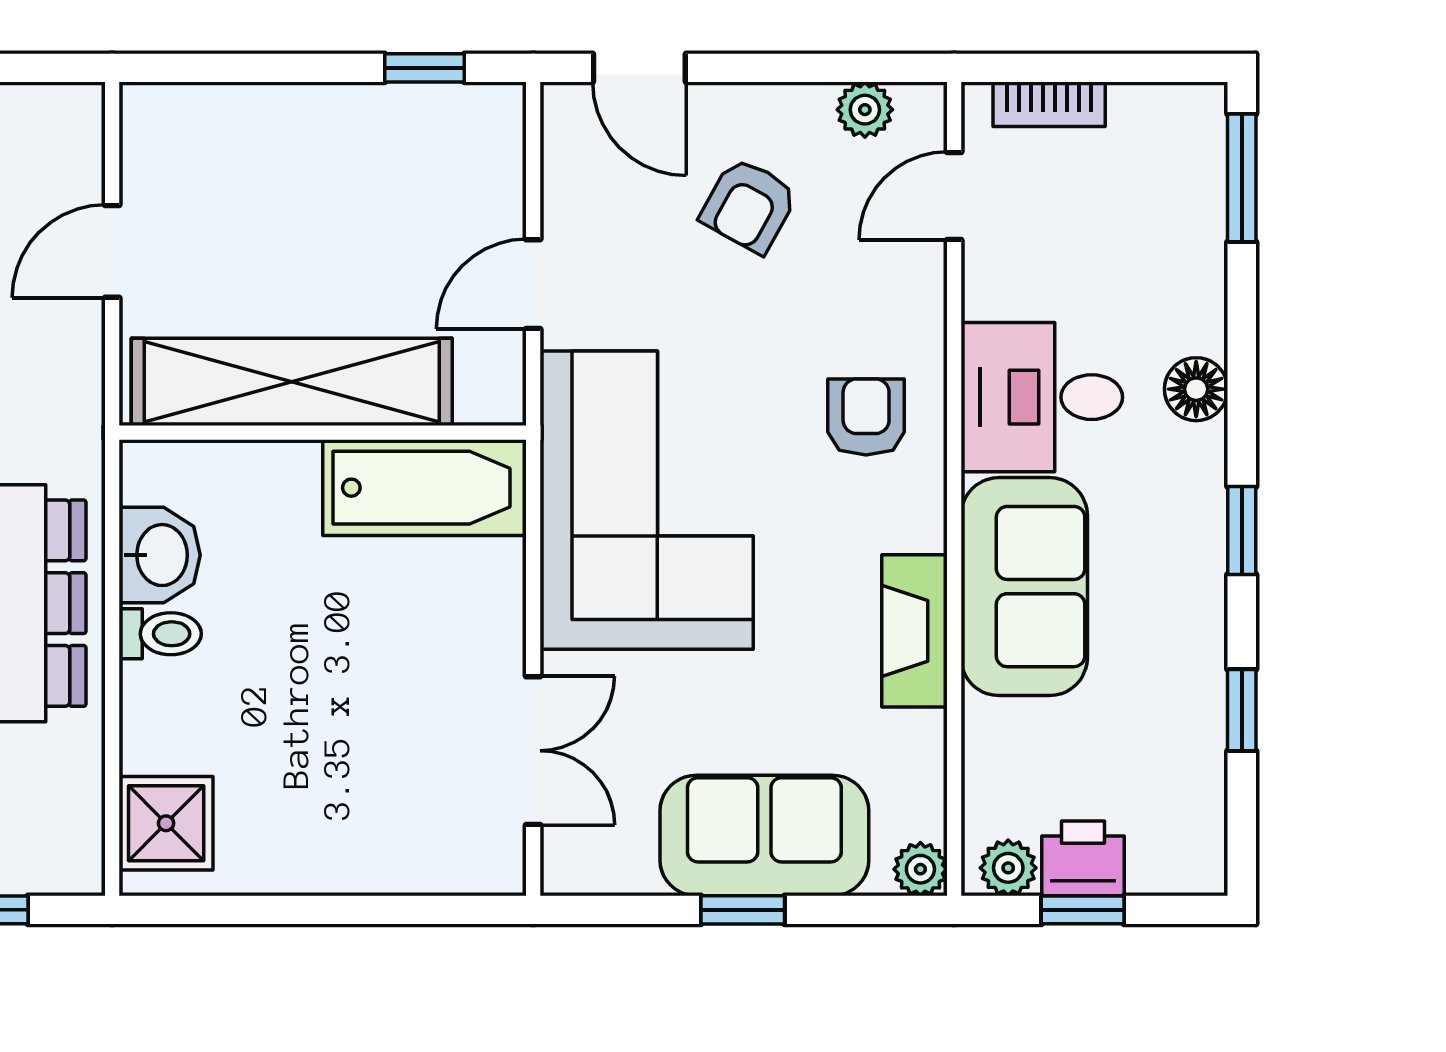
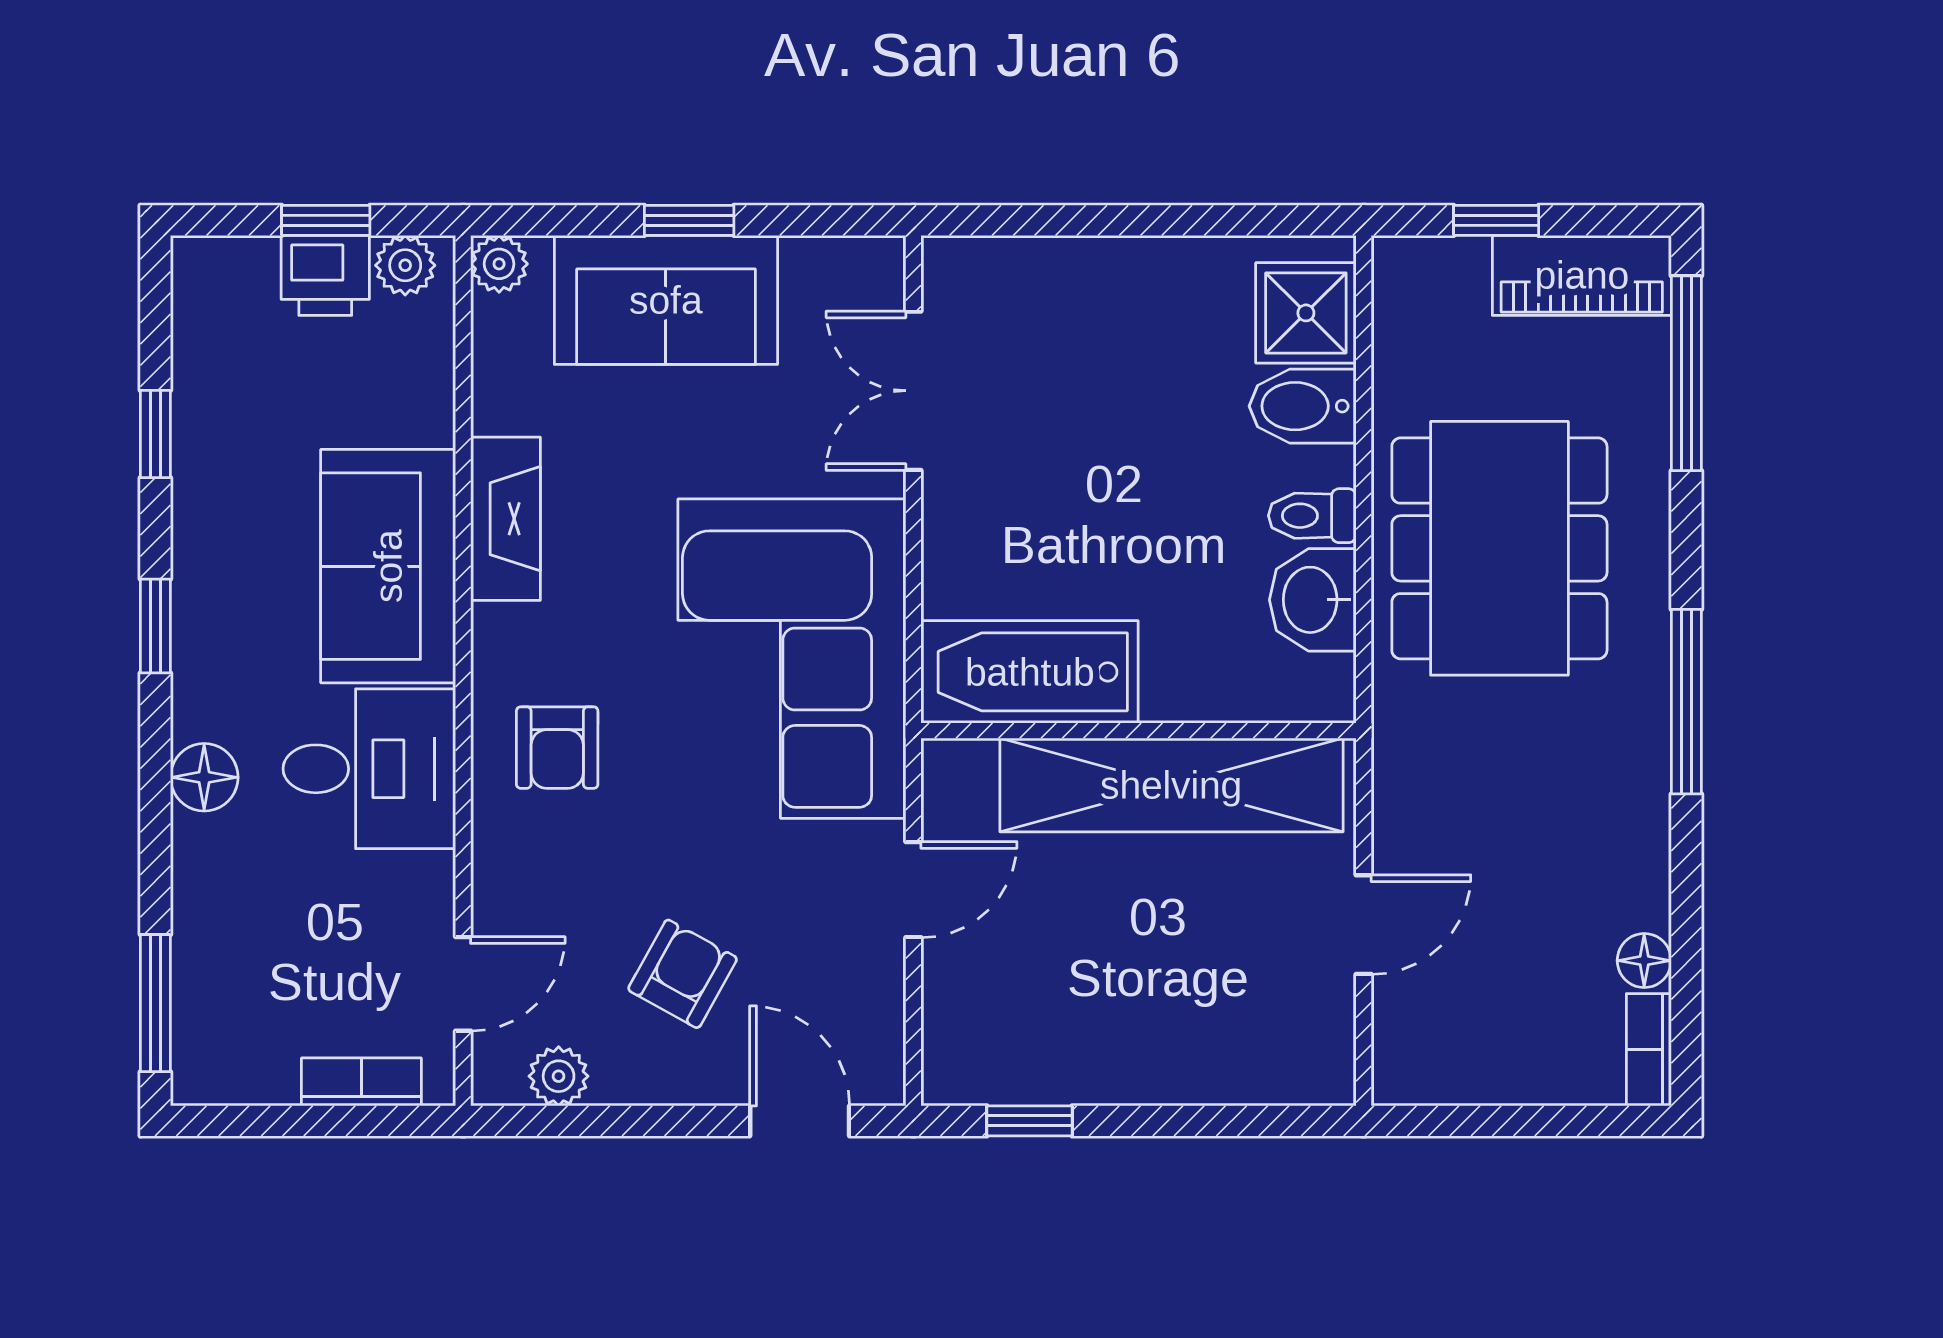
bidet: (169, 736) -> (1303, 406), added

